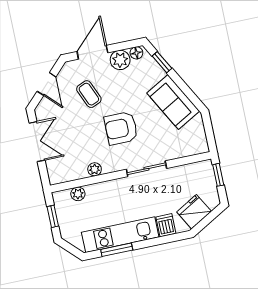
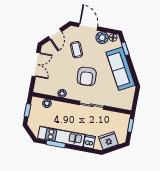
door: (92, 52) -> (88, 27), hinge flipped
sofa: (173, 102) -> (121, 69), width x1.36
armchair: (121, 128) -> (87, 76), turned -93

